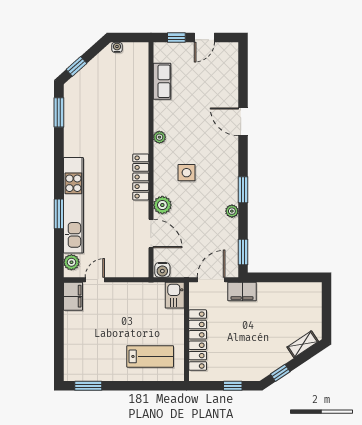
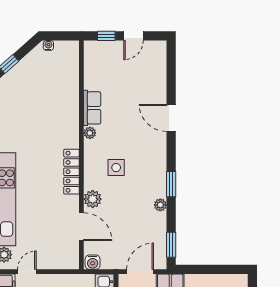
row of seats: (162, 81) -> (92, 108), moved

